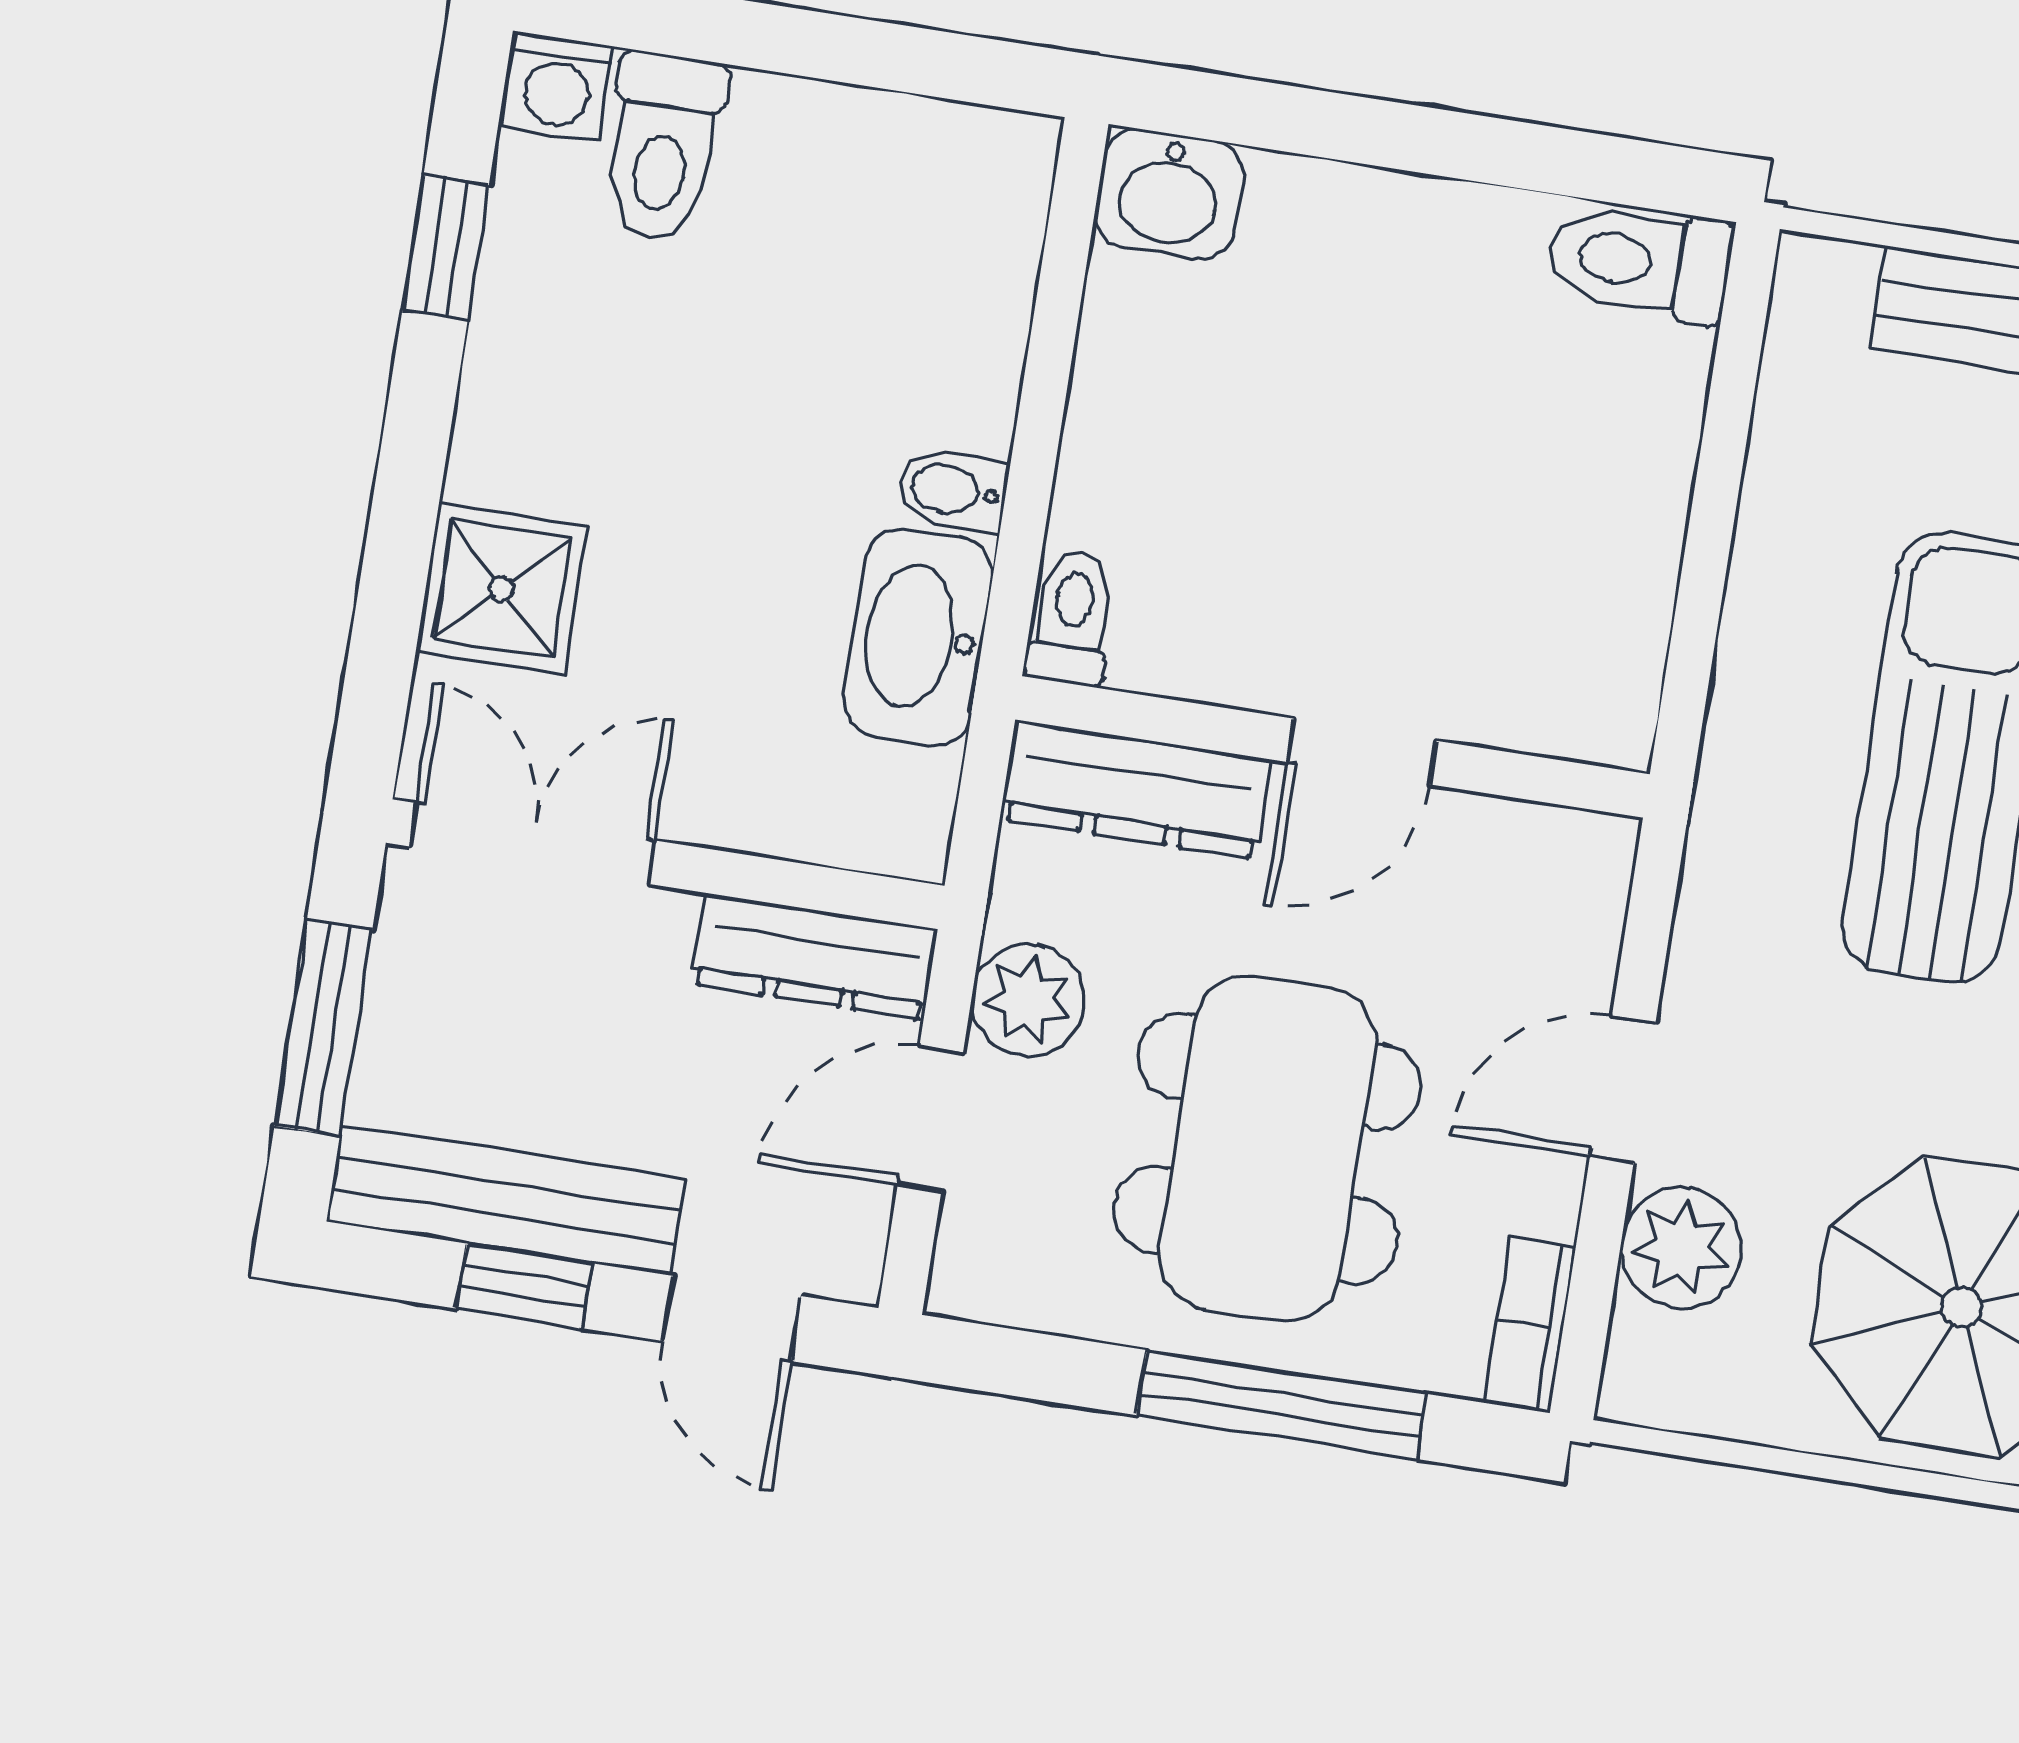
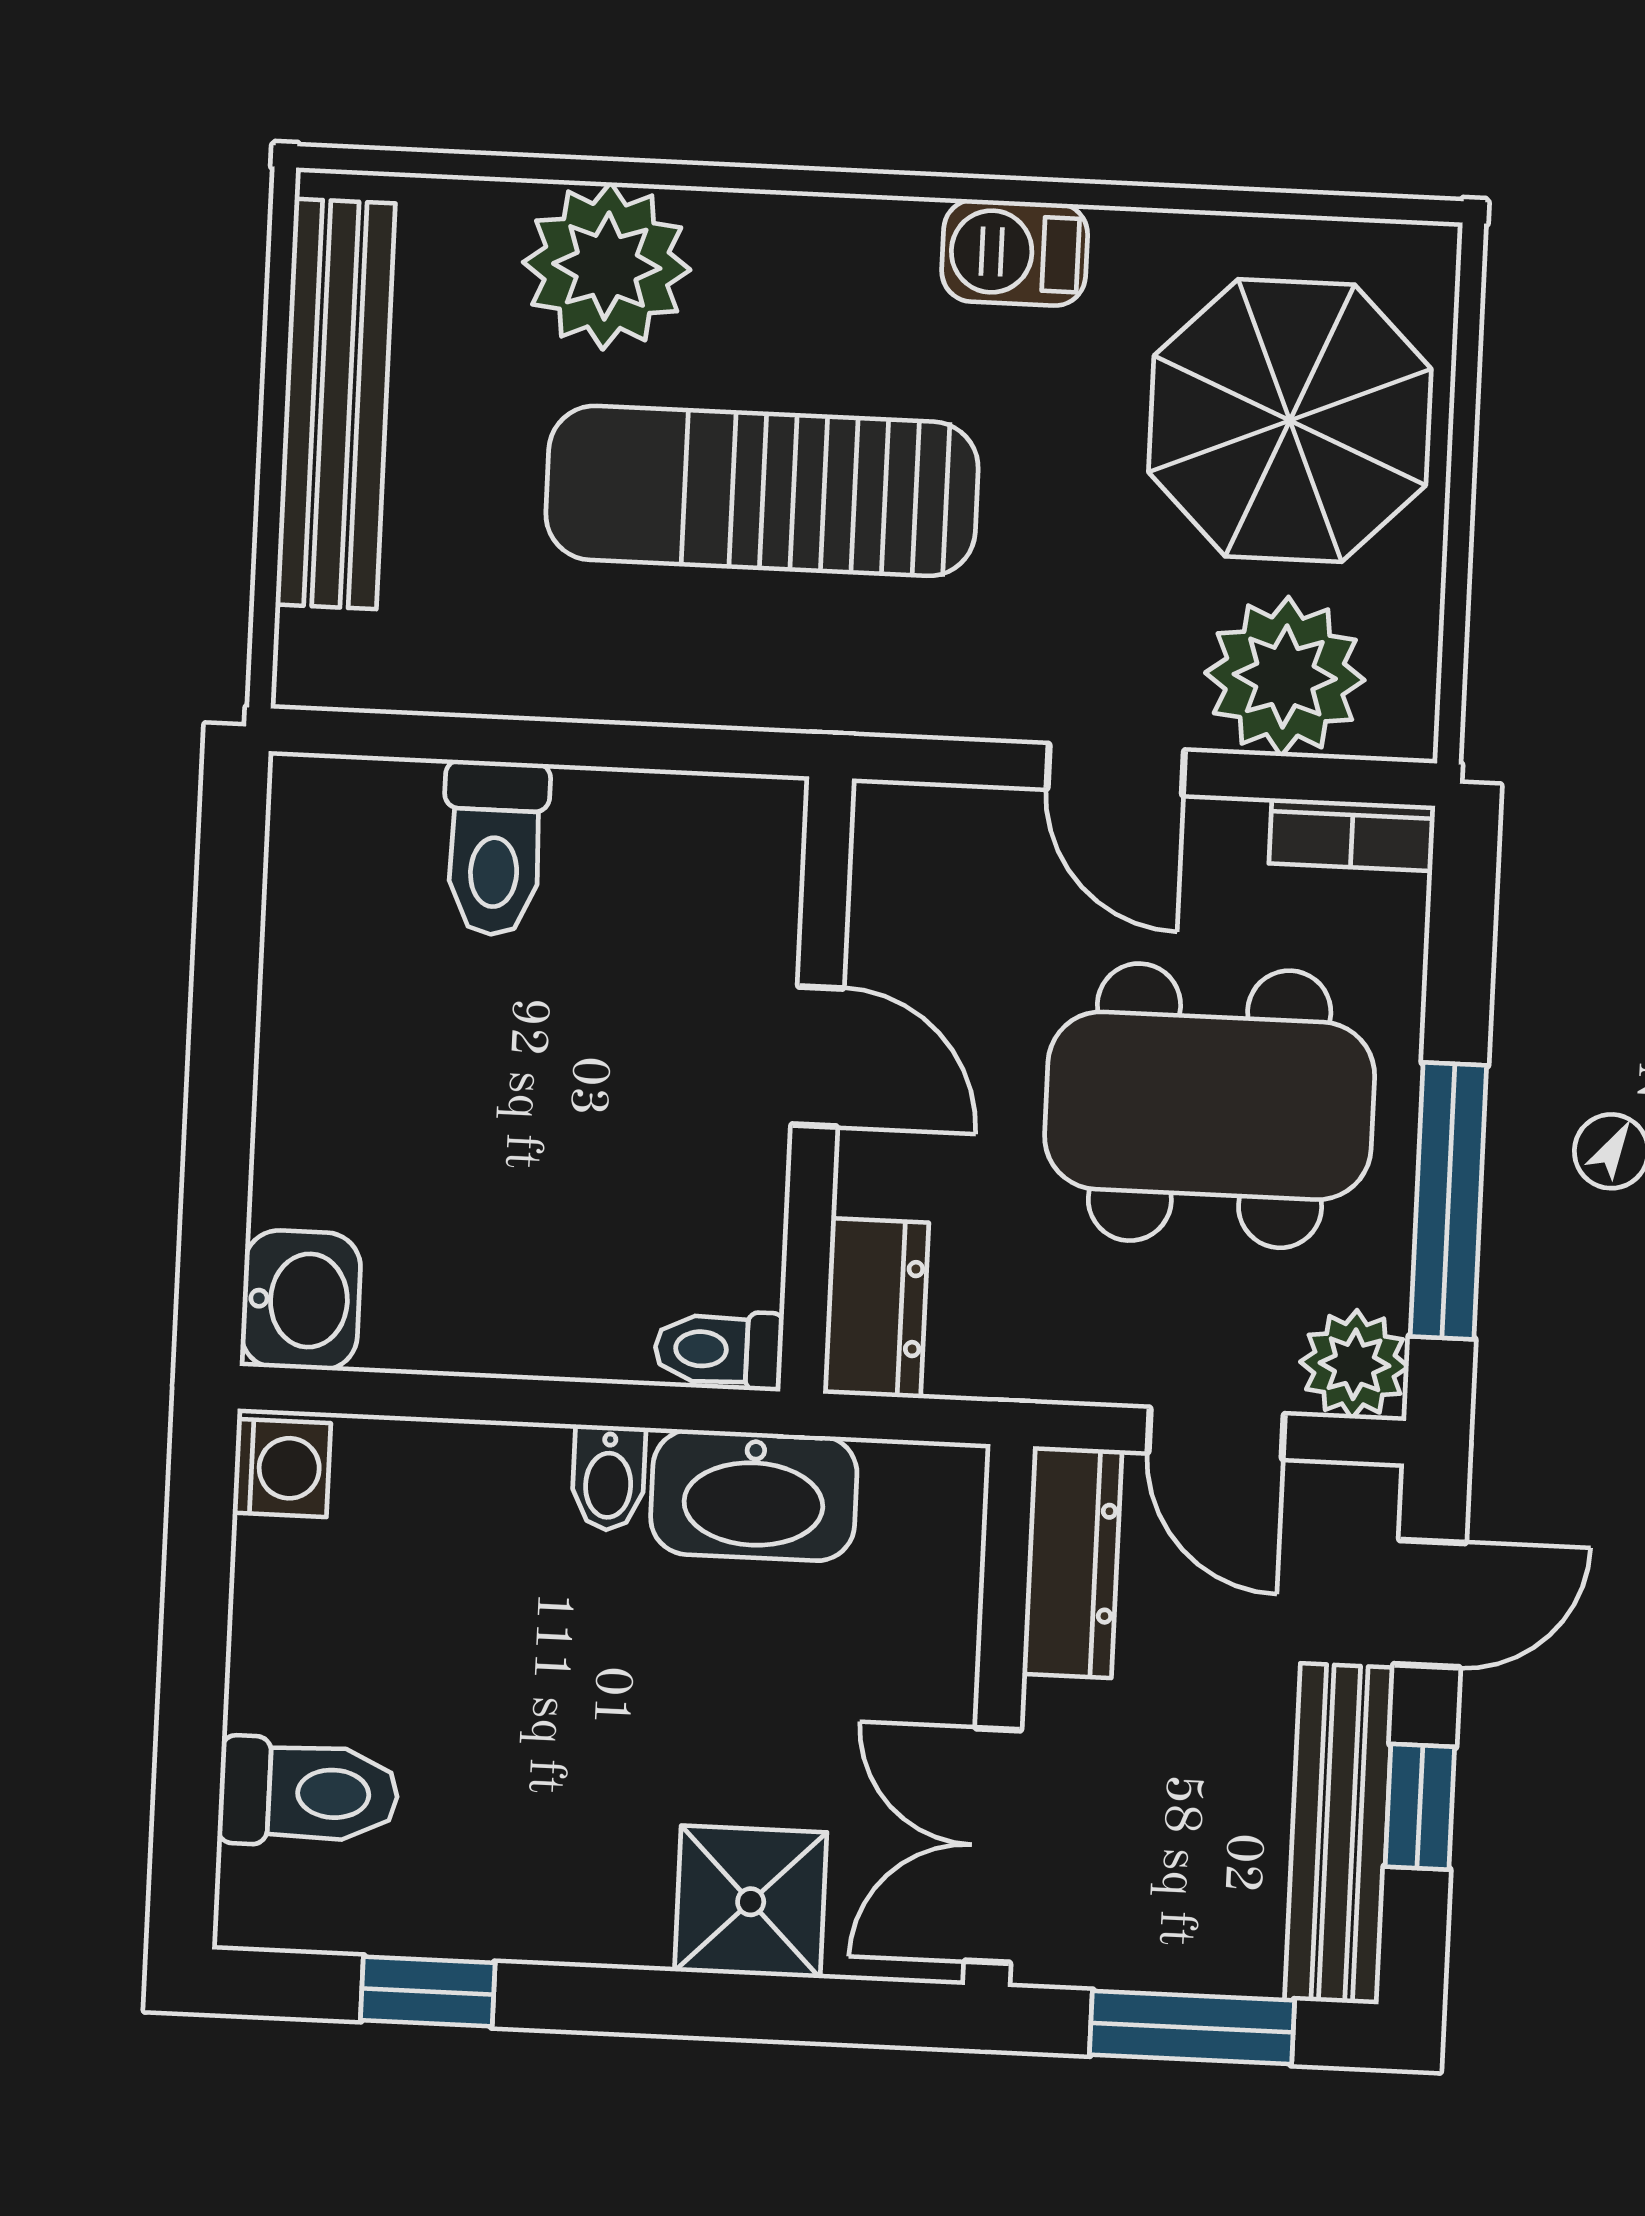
washing machine: (558, 87) -> (282, 1468), moved
toilet: (1640, 262) -> (495, 848), moved
dresser: (1137, 790) -> (876, 1307), width x0.70
plant: (1028, 1000) -> (1354, 1364), moved
plant: (1681, 1248) -> (1285, 676), width x1.36, depth x1.36
window: (1281, 1404) -> (1448, 1201), moved

